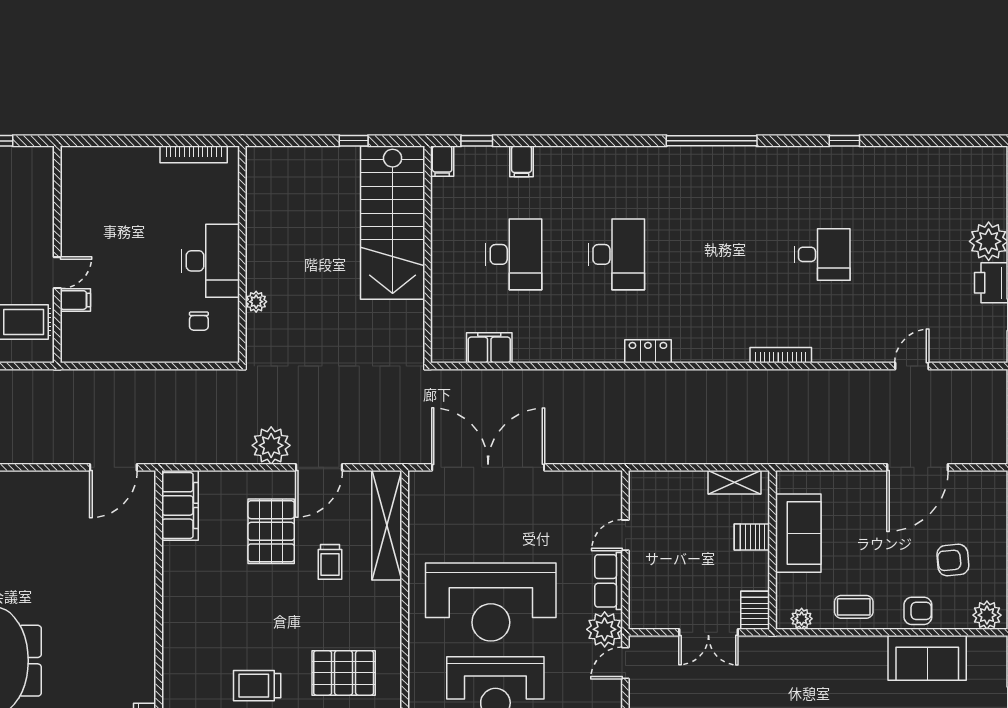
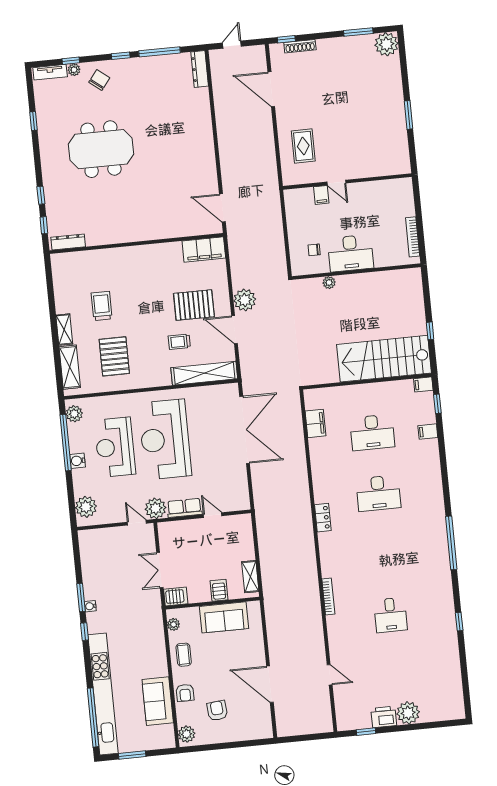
wall: (57, 254) -> (347, 182), moved
door: (57, 273) -> (336, 183), moved
filing cabinet: (75, 300) -> (321, 195), moved

